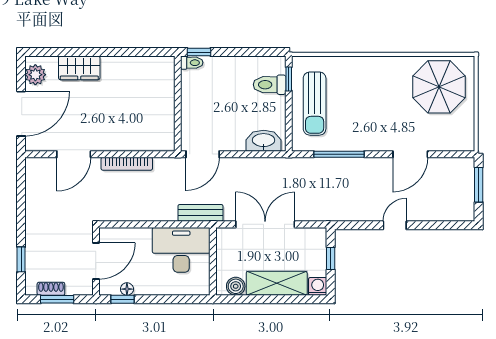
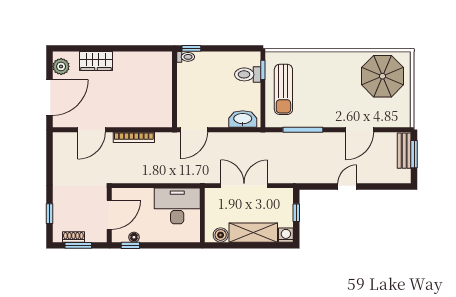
bench: (200, 213) -> (404, 151), moved, turned 90

